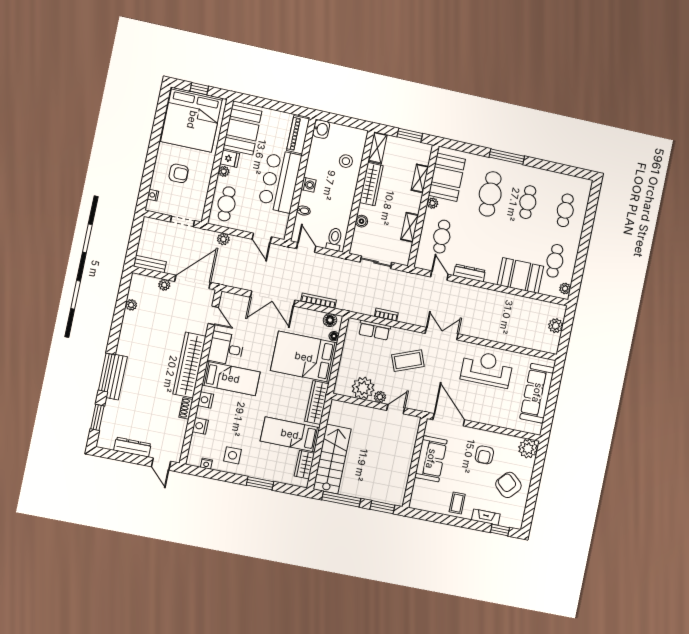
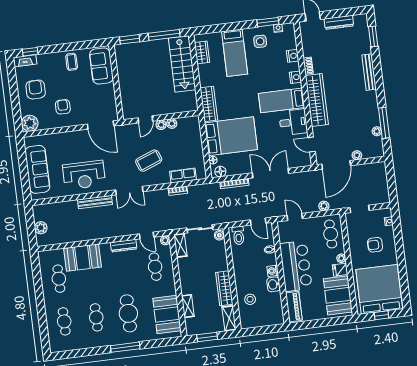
washbasin: (321, 129) -> (274, 284), moved
plant: (432, 203) -> (165, 240), moved
boiler: (361, 221) -> (219, 235), moved
shelving: (410, 227) -> (180, 245), moved
bench: (150, 264) -> (95, 202), moved, width x1.36
plant: (565, 288) -> (43, 260), removed
window: (107, 372) -> (384, 123), moved
plant: (363, 388) -> (172, 124), width x0.53, depth x0.53
bed: (290, 434) -> (235, 53), moved, turned 90
sofa: (431, 459) -> (101, 66), moved
window: (260, 483) -> (268, 22), moved
armchair: (508, 485) -> (36, 89), turned -132
fireplace: (486, 517) -> (25, 61), moved

